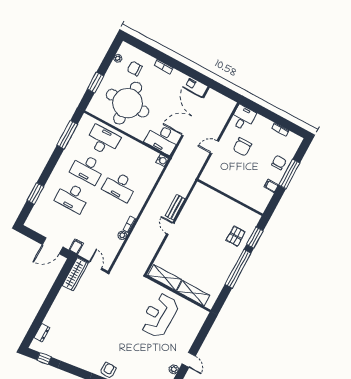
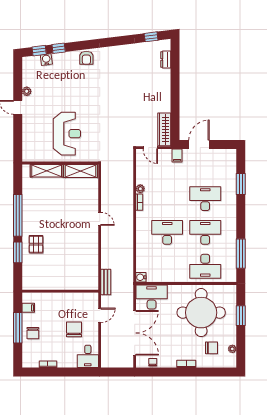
wall: (230, 197) -> (60, 291), moved
bench: (175, 207) -> (106, 282), moved

